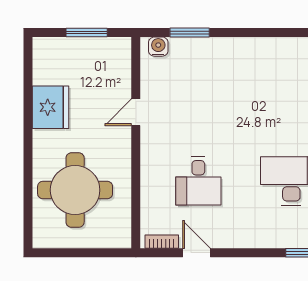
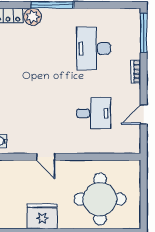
bookcase: (162, 242) -> (136, 71), moved

